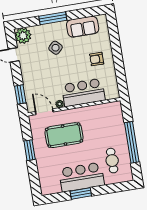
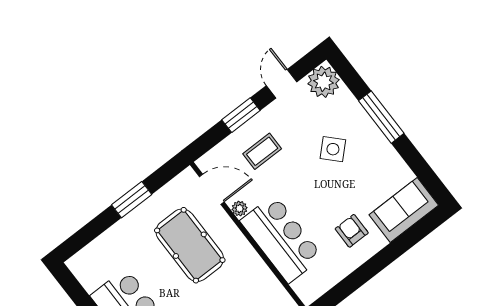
sofa: (83, 27) -> (404, 210), moved, turned 90
coffee table: (39, 80) -> (262, 151), added
window: (20, 94) -> (241, 115), moved
door: (44, 112) -> (212, 189), hinge flipped

